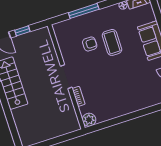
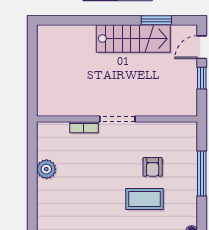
plant: (89, 120) -> (46, 169), moved

